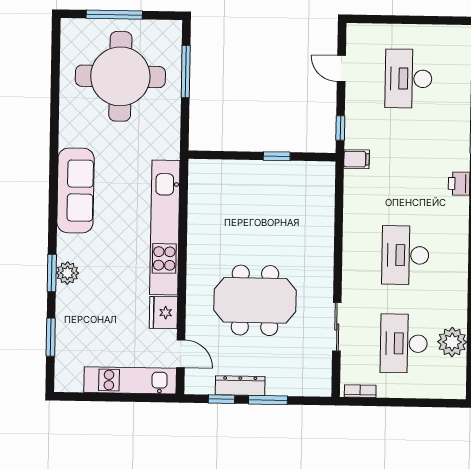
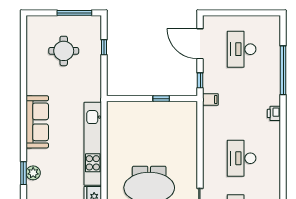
window: (114, 15) -> (74, 13), moved
door: (341, 69) -> (200, 44), width x1.88
window: (186, 72) -> (104, 47), width x0.46
round table: (120, 76) -> (64, 51), width x0.54, depth x0.54

